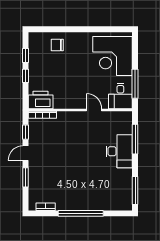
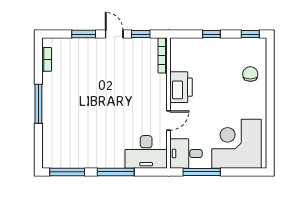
window: (25, 56) -> (250, 34), moved
printer: (41, 100) -> (181, 87), moved
window: (135, 139) -> (116, 172), moved
desk: (119, 151) -> (146, 152), moved
window: (81, 213) -> (38, 104), width x0.68

